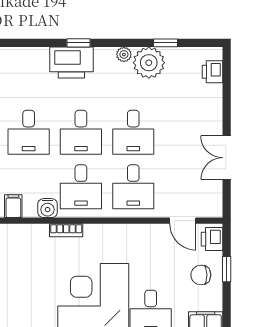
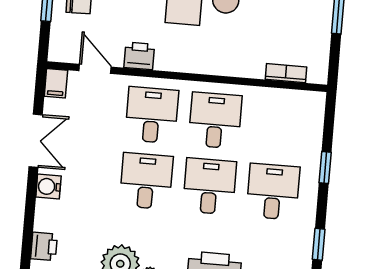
filing cabinet: (13, 206) -> (56, 83), moved
water cooler: (48, 208) -> (48, 187), moved, turned -90
bookcase: (66, 230) -> (286, 73), moved
printer: (212, 239) -> (139, 56), moved, turned -90

